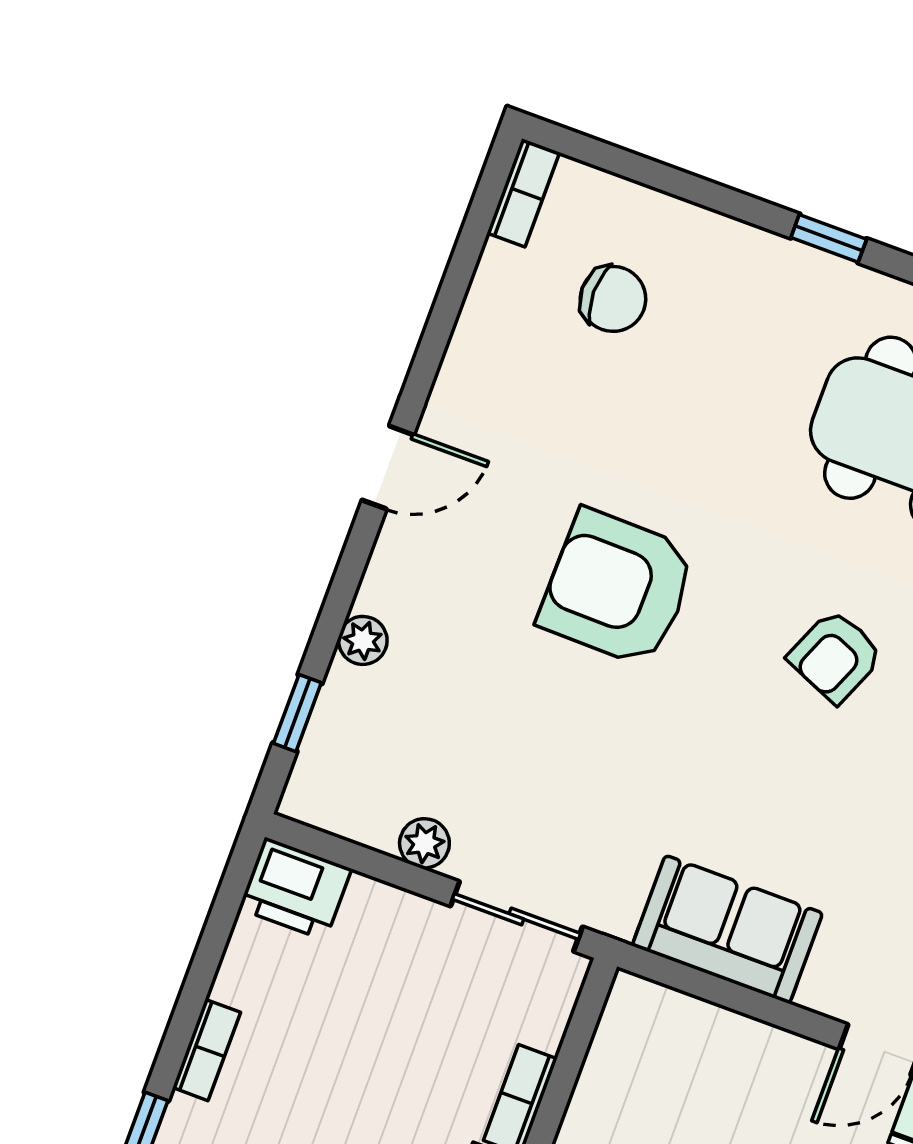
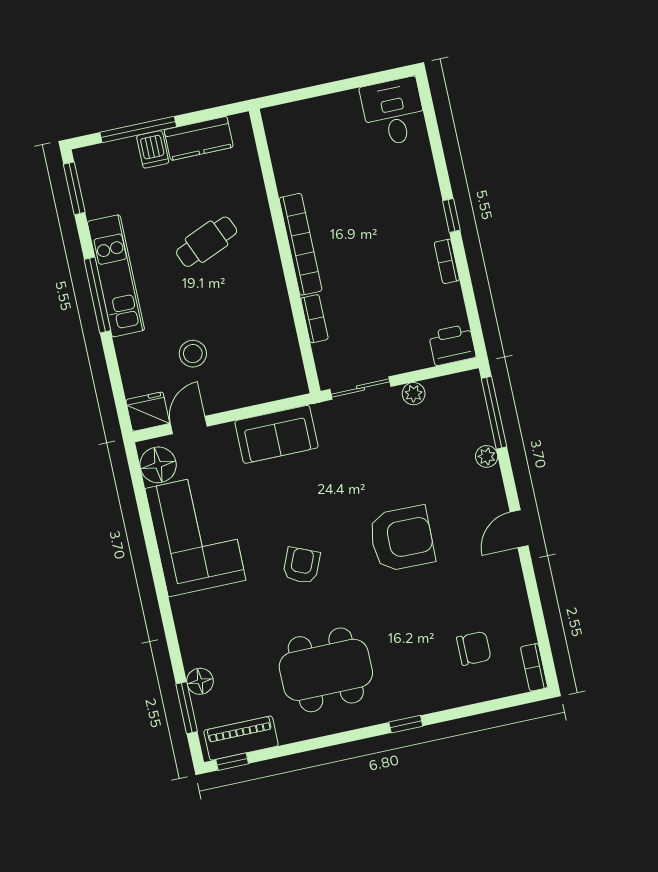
chair: (613, 299) -> (474, 648), turned 180
window: (297, 713) -> (494, 413), width x2.17

